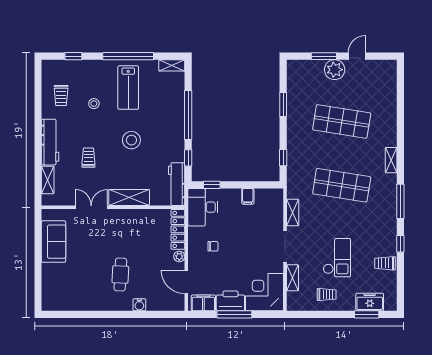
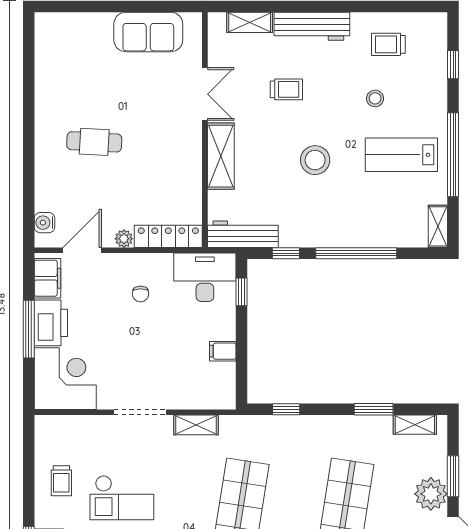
shelving: (292, 278) -> (415, 425), moved
water cooler: (139, 305) -> (45, 223), moved

